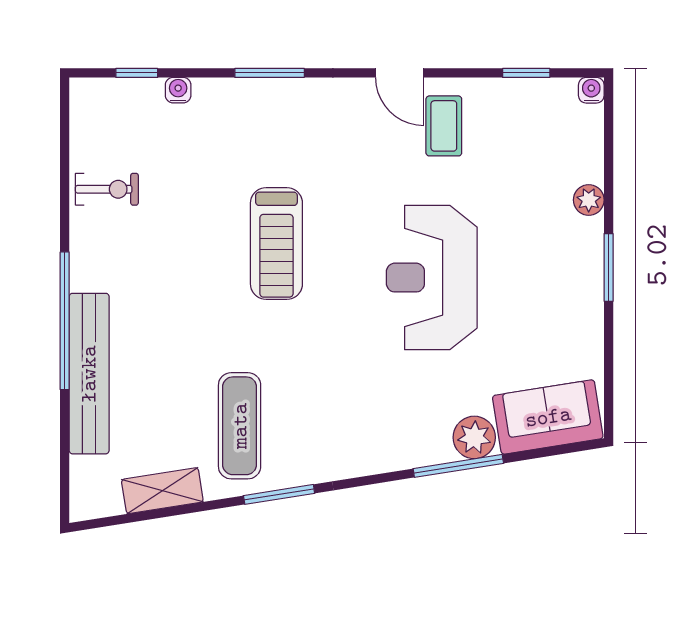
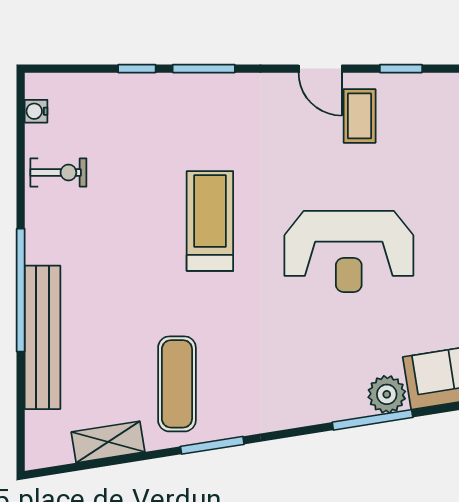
window: (137, 73) -> (137, 69), moved
window: (526, 73) -> (401, 69), moved
water cooler: (178, 90) -> (36, 111), moved, turned -90
treadmill: (276, 243) -> (210, 221), turned 180
reception desk: (432, 278) -> (349, 251), turned -90

